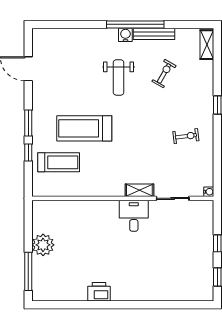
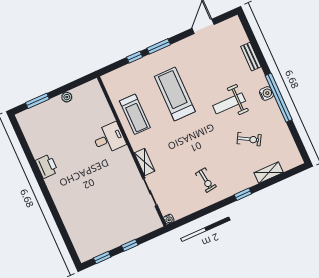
bench: (154, 34) -> (251, 57), moved, width x0.73
shelving: (207, 45) -> (269, 173), moved
treadmill: (59, 162) -> (135, 114), moved
desk: (134, 216) -> (109, 138), moved
plant: (43, 245) -> (67, 97), width x0.53, depth x0.53
window: (28, 271) -> (37, 101), width x0.69

